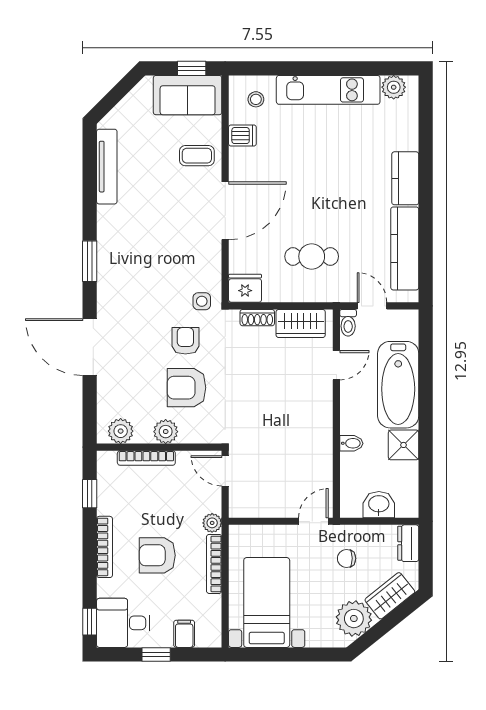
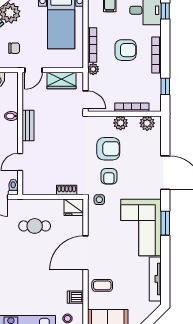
corner sofa: (131, 254) -> (141, 227), added
wardrobe: (301, 323) -> (62, 80), moved, turned 180
bench: (323, 427) -> (28, 125), added

